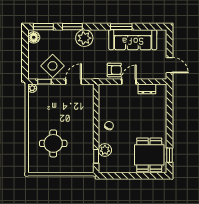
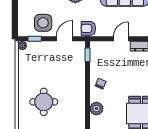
side table: (53, 66) -> (43, 23), turned 45
armchair: (114, 70) -> (88, 28), moved, turned 180
window: (96, 156) -> (87, 55), moved

